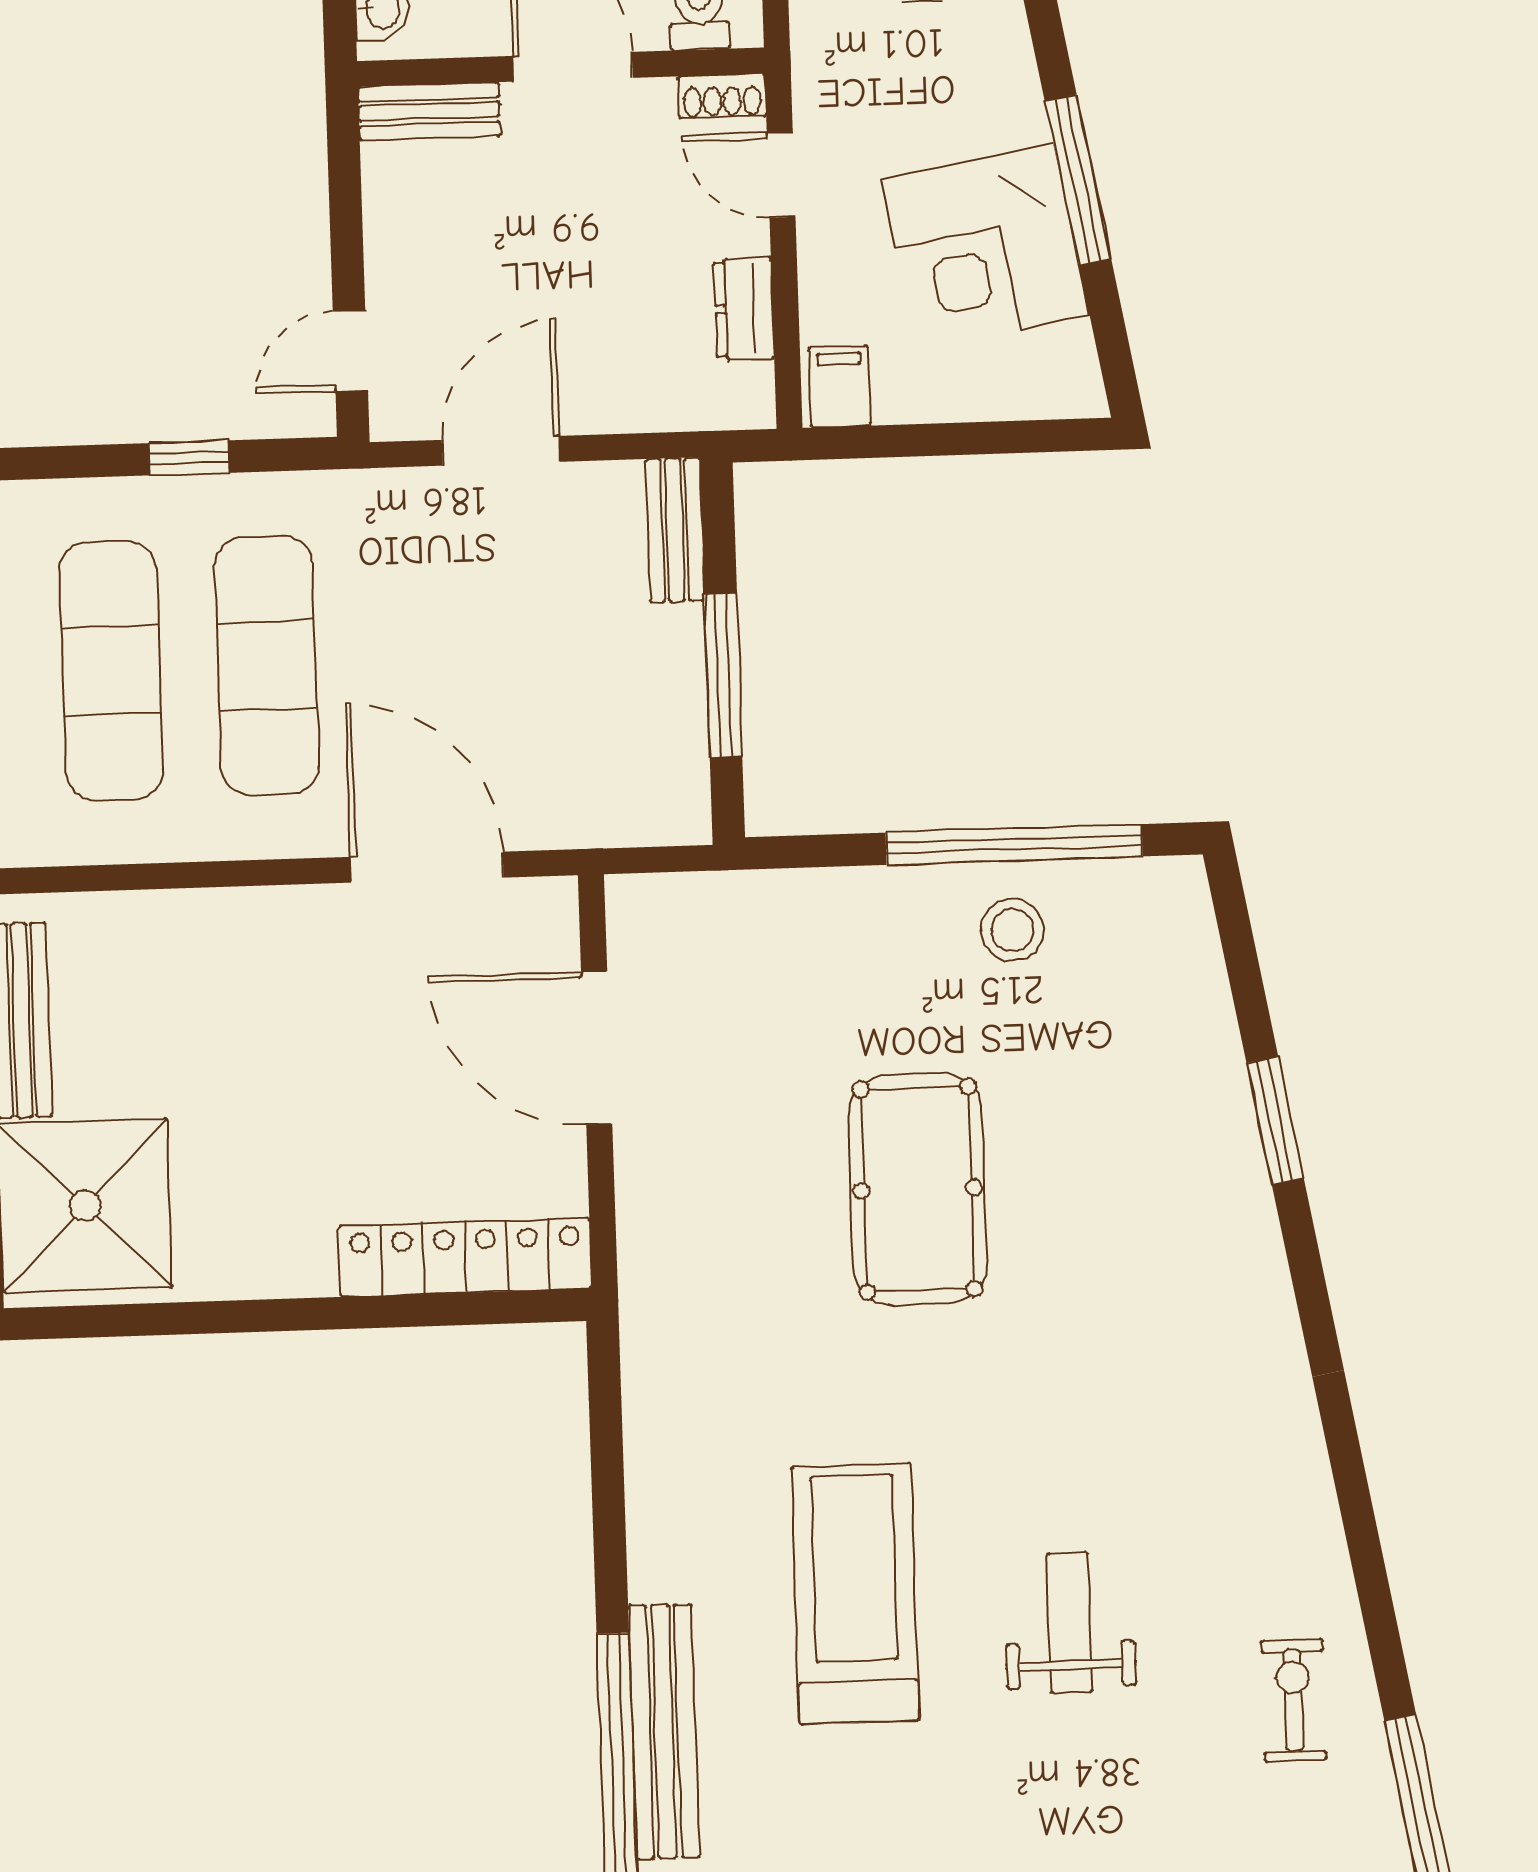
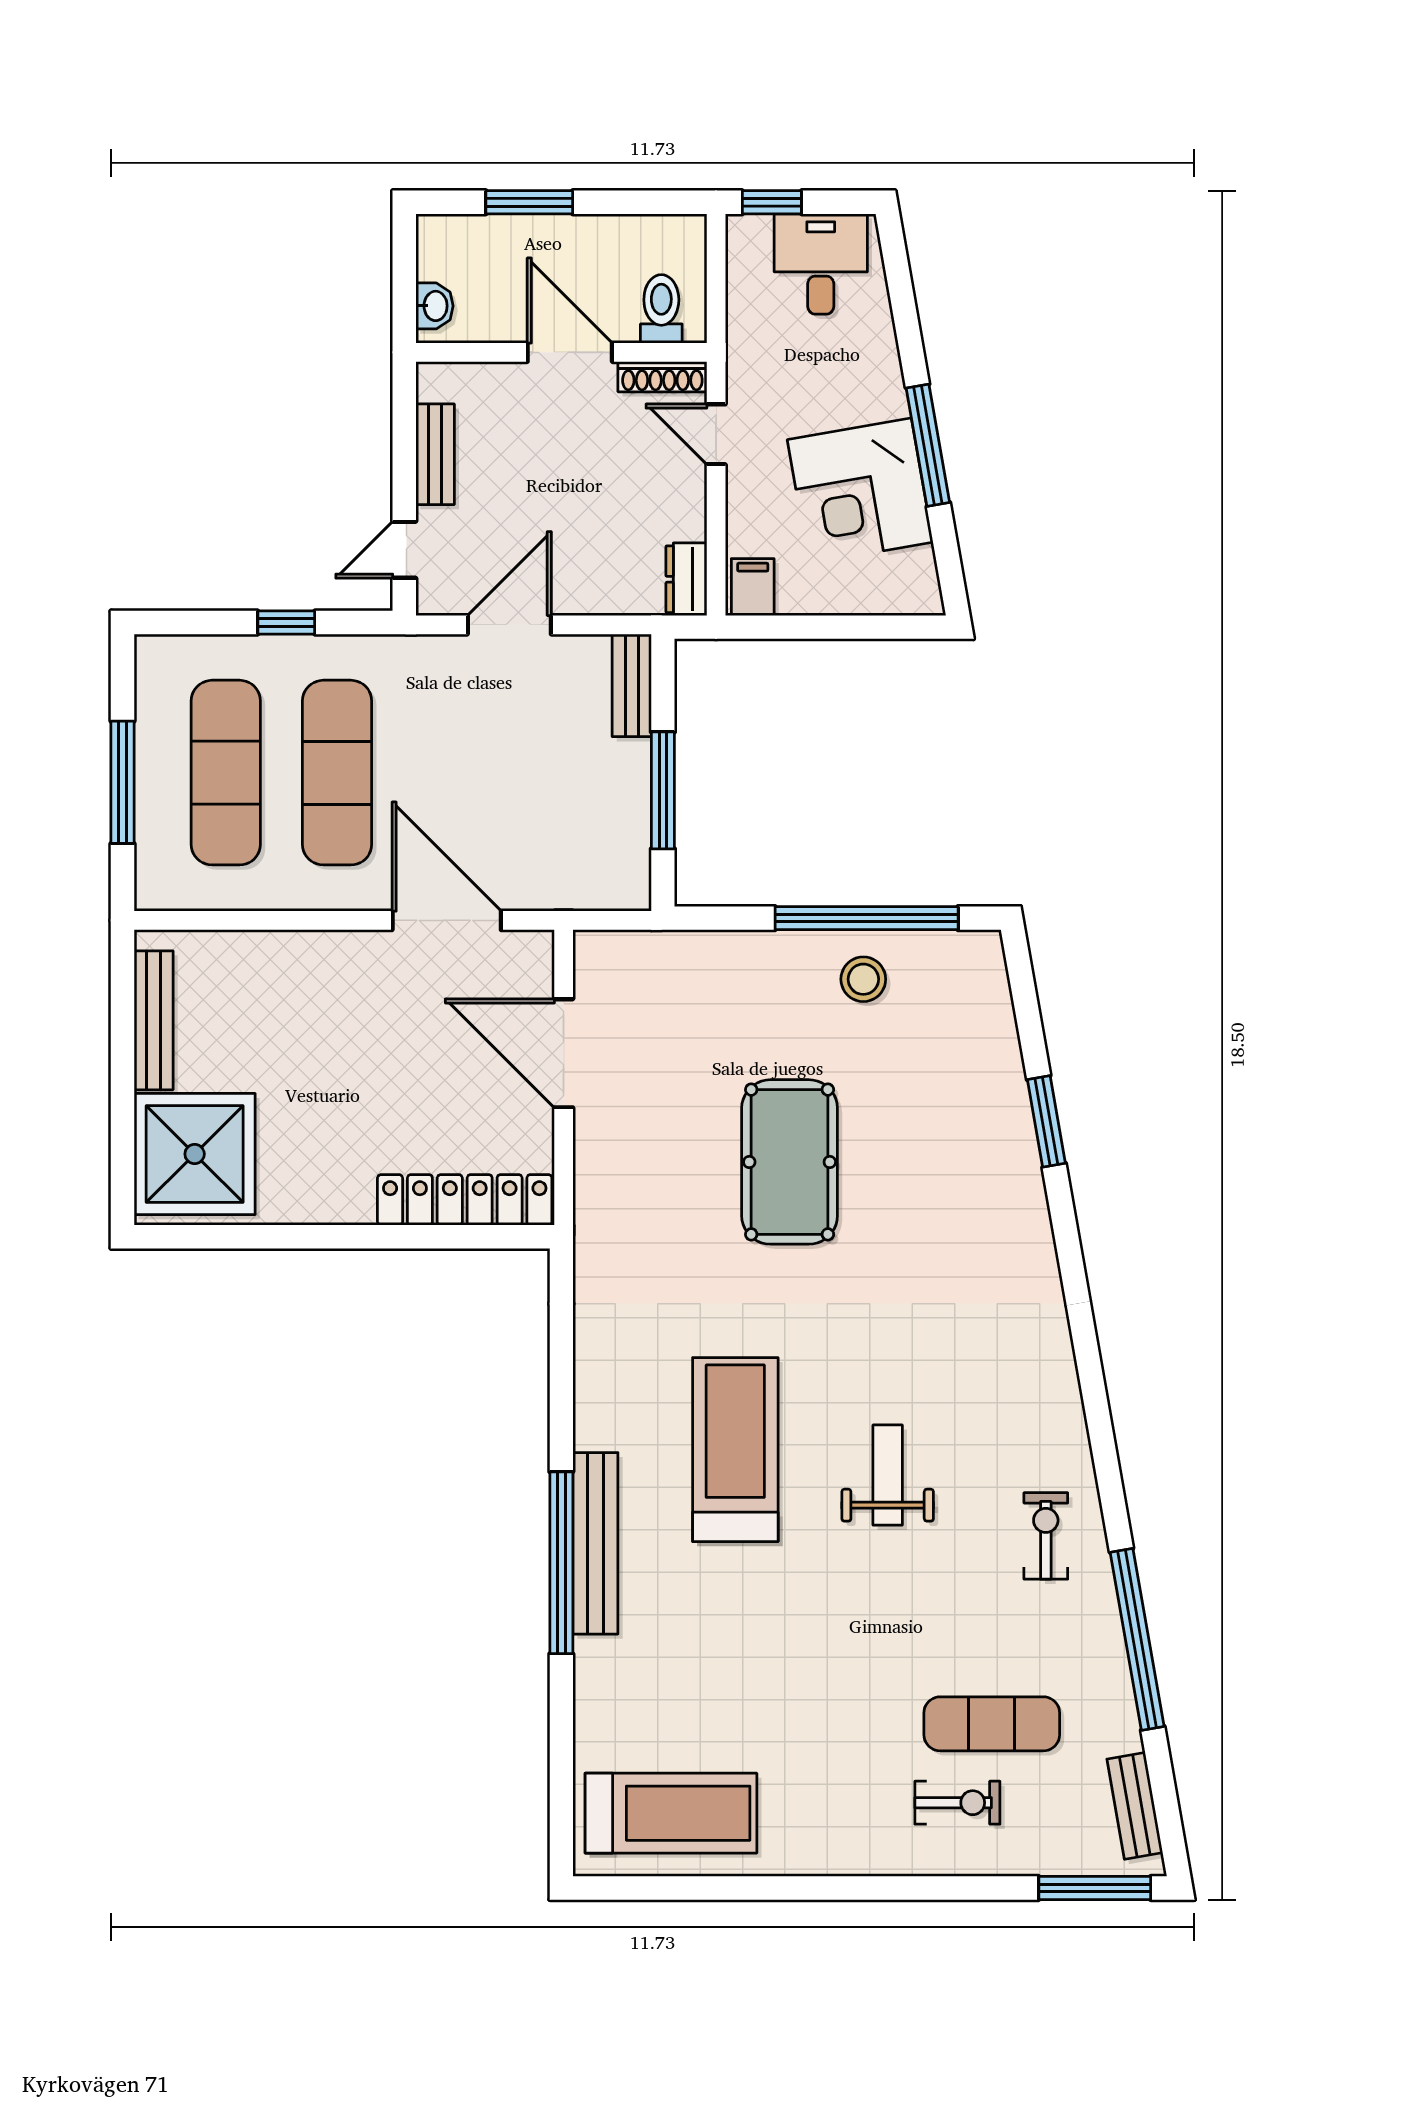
shoe rack: (722, 96) -> (662, 377), width x1.43
bench: (429, 111) -> (435, 454), moved, turned 90
dresser: (744, 309) -> (686, 579), moved

